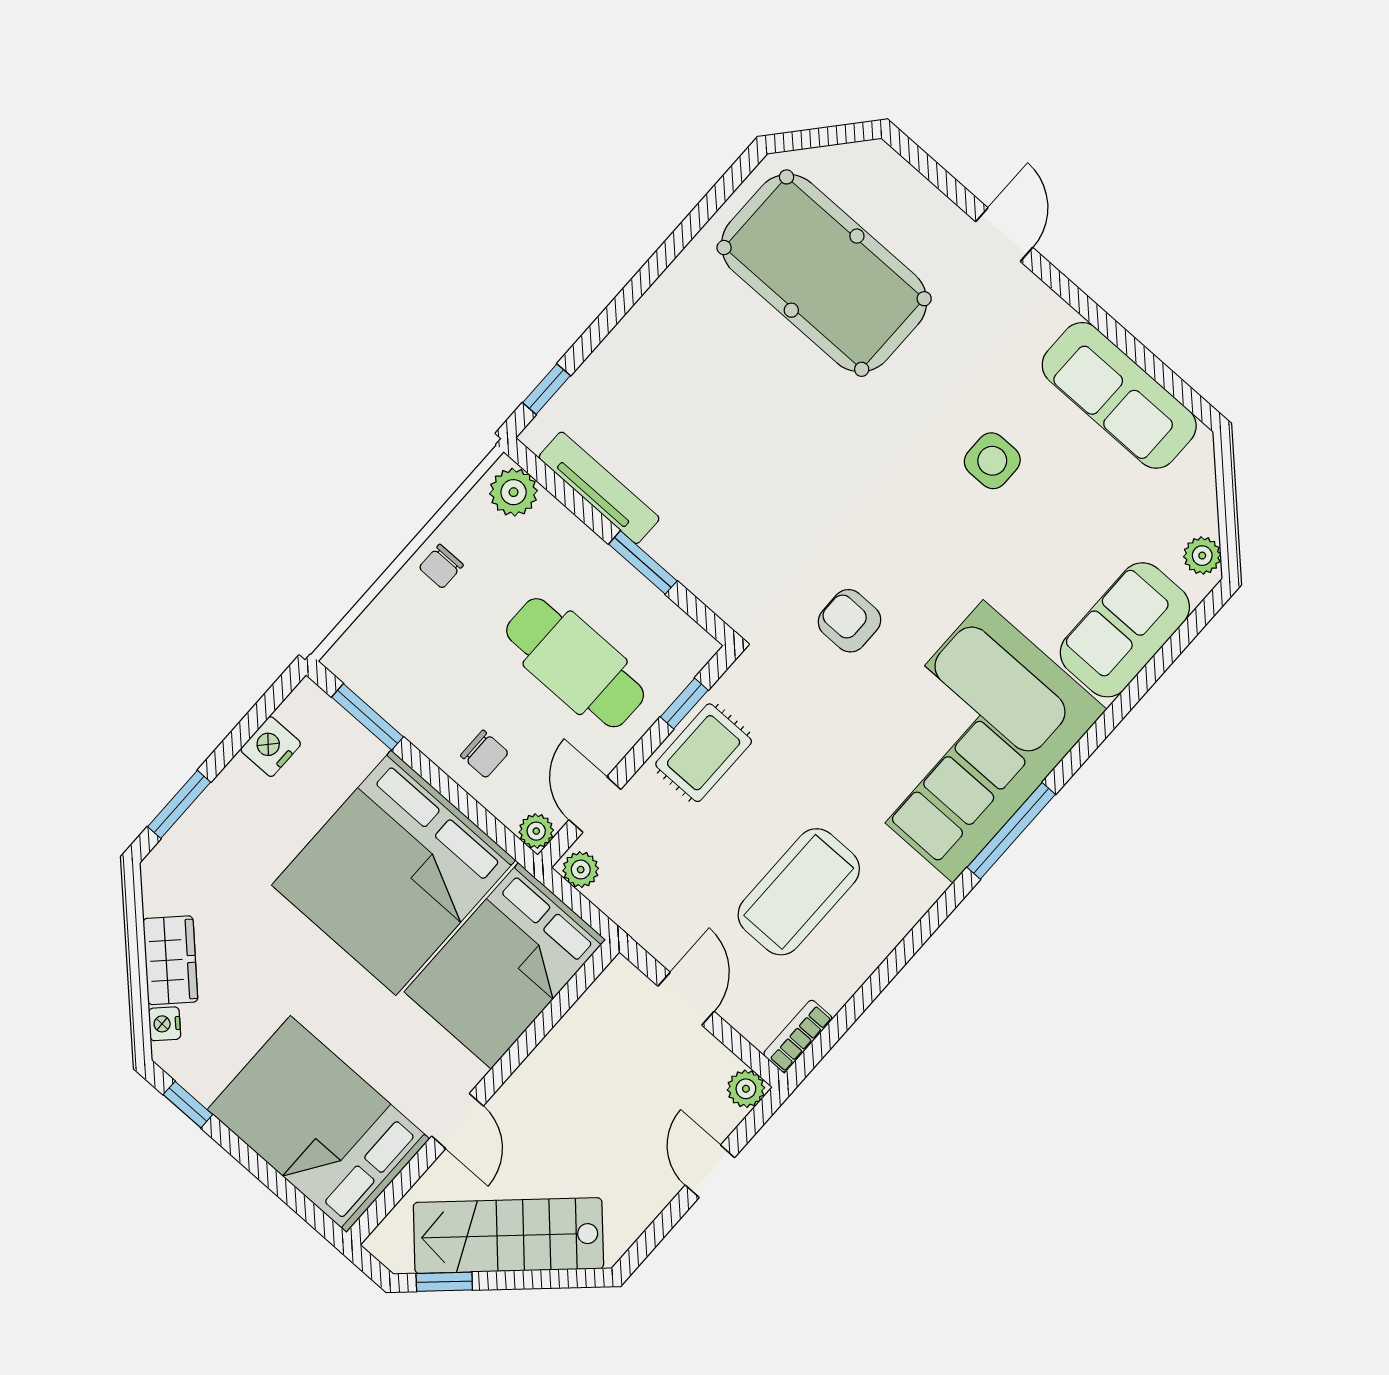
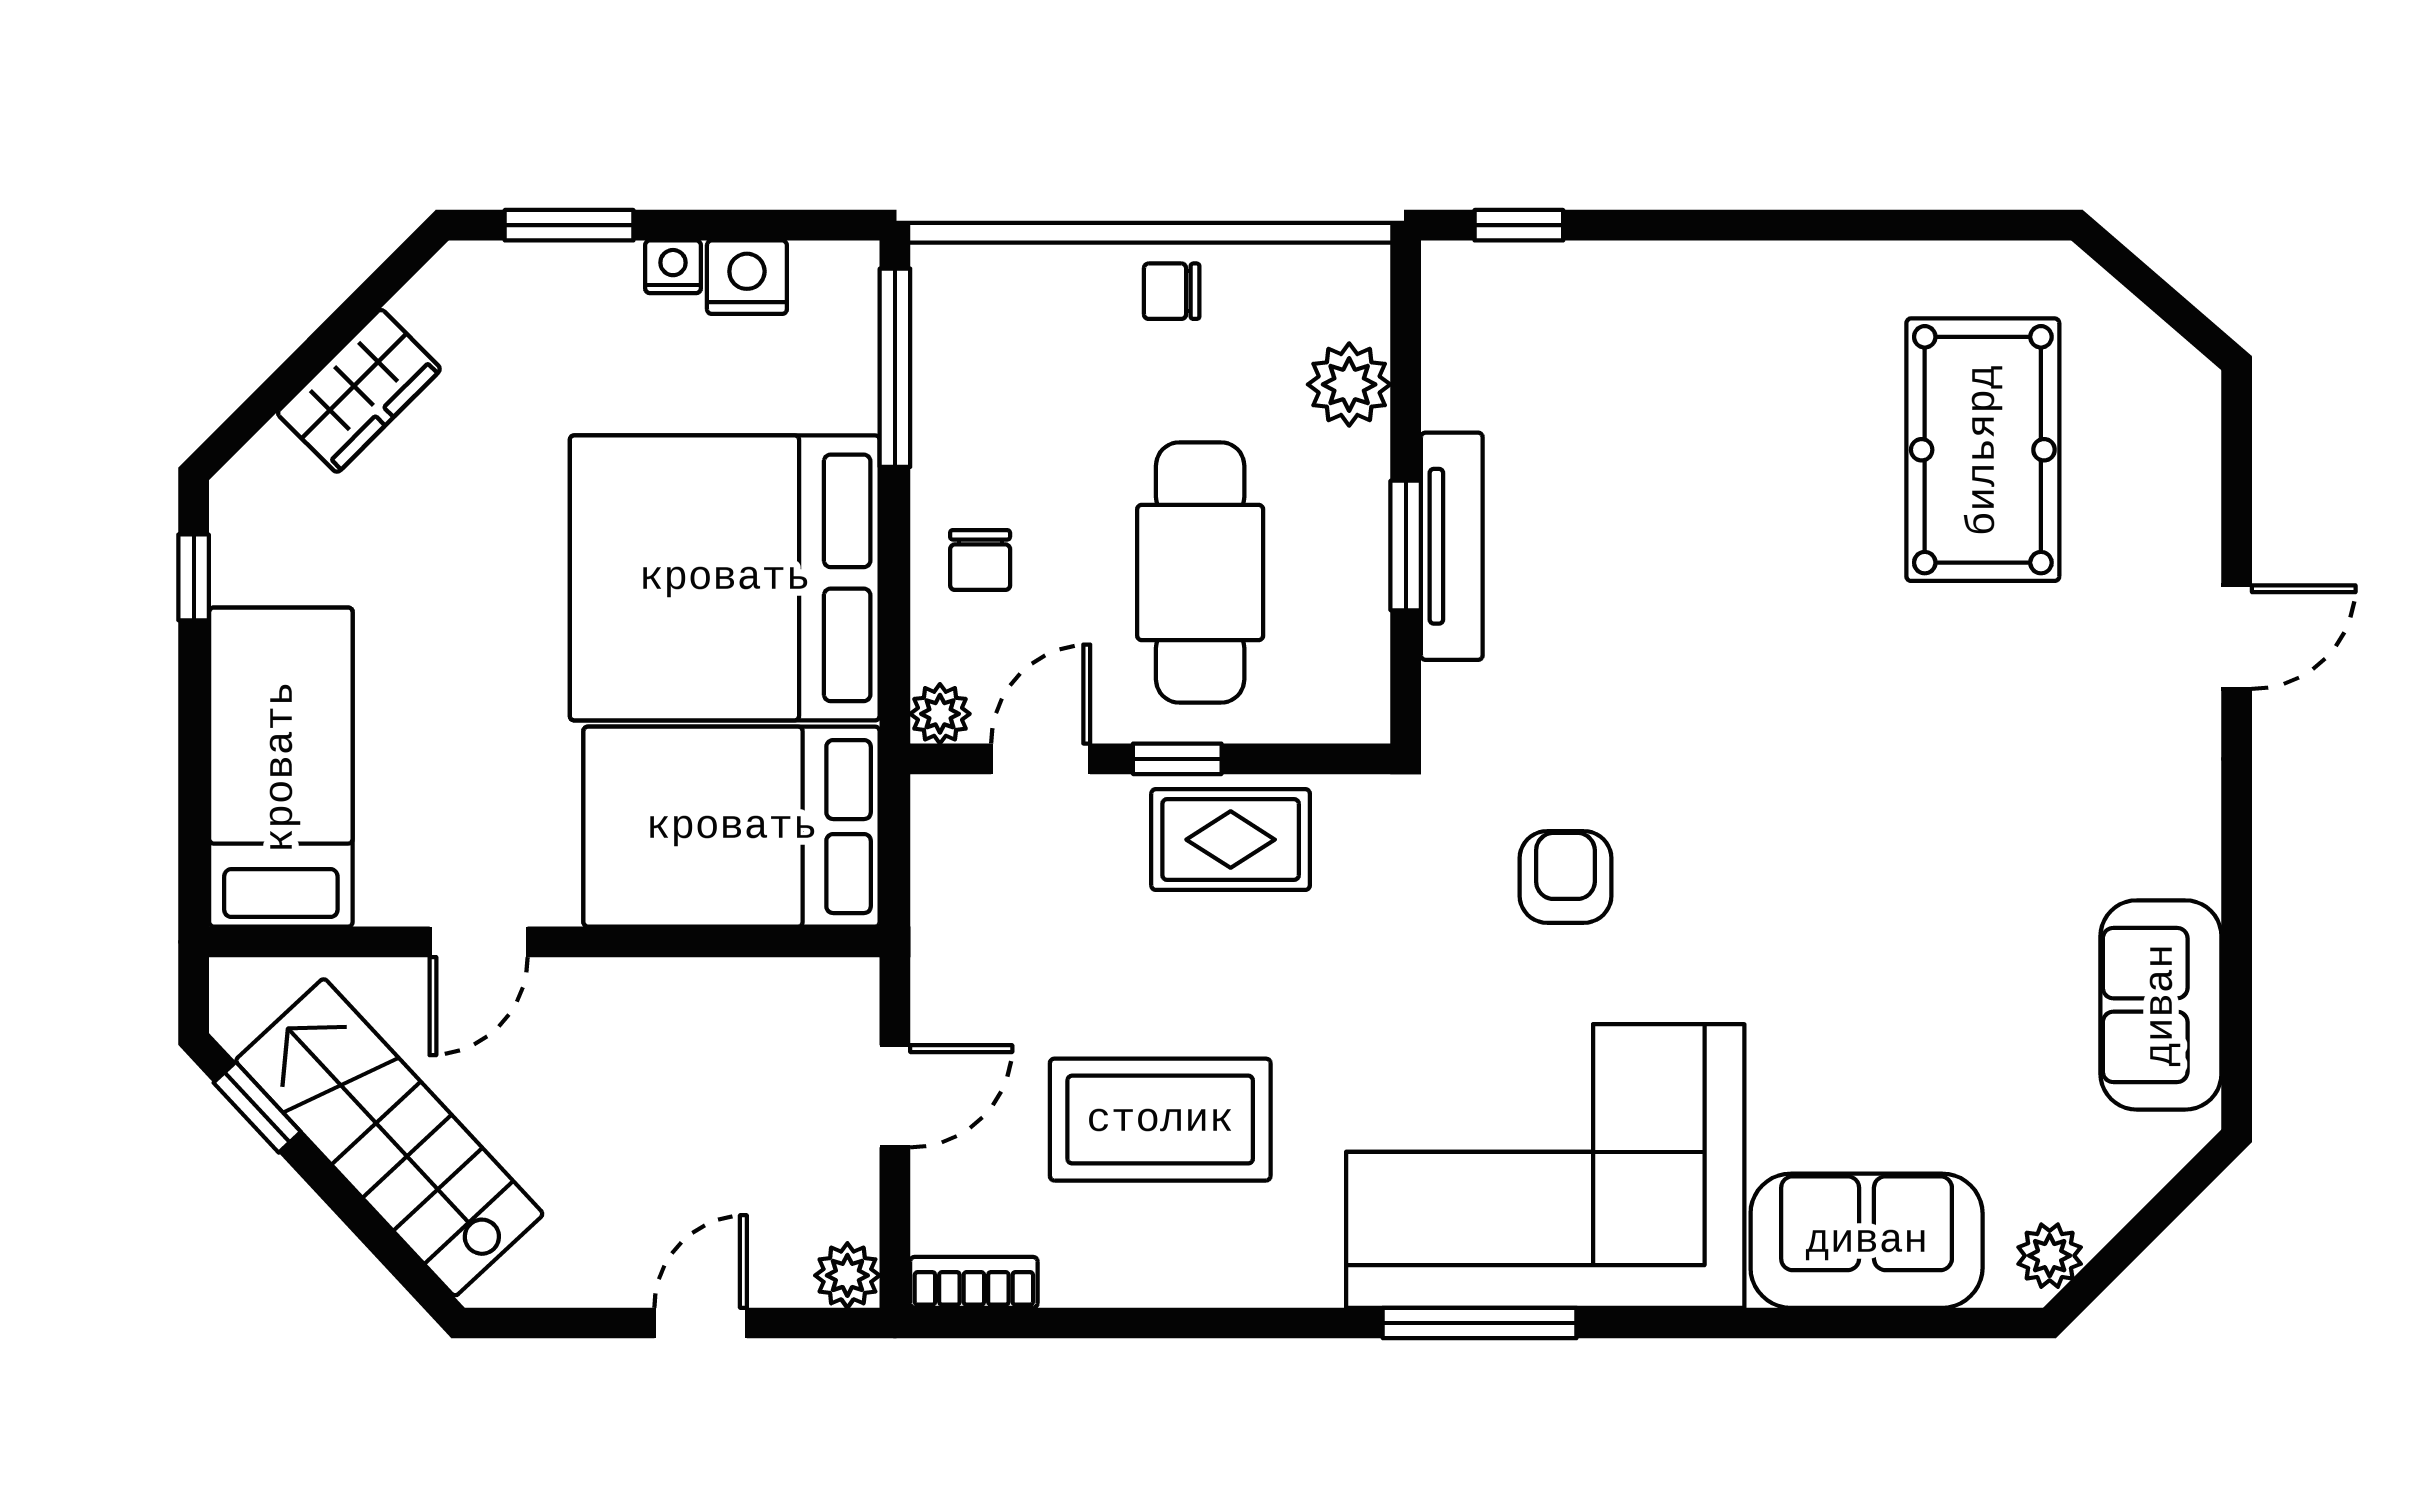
pool table: (824, 273) -> (1983, 450), width x0.73, depth x0.76
sofa: (1119, 395) -> (2161, 1005), width x0.73
side table: (992, 461) -> (1933, 879), removed
tv unit: (599, 488) -> (1452, 546), moved
plant: (514, 492) -> (1349, 384), moved
window: (684, 703) -> (1177, 759), moved
window: (368, 717) -> (895, 368), width x1.44
plant: (581, 870) -> (941, 814), removed
nightstand: (165, 1024) -> (673, 267), moved, turned 45
bed: (318, 1124) -> (281, 767), width x0.67

